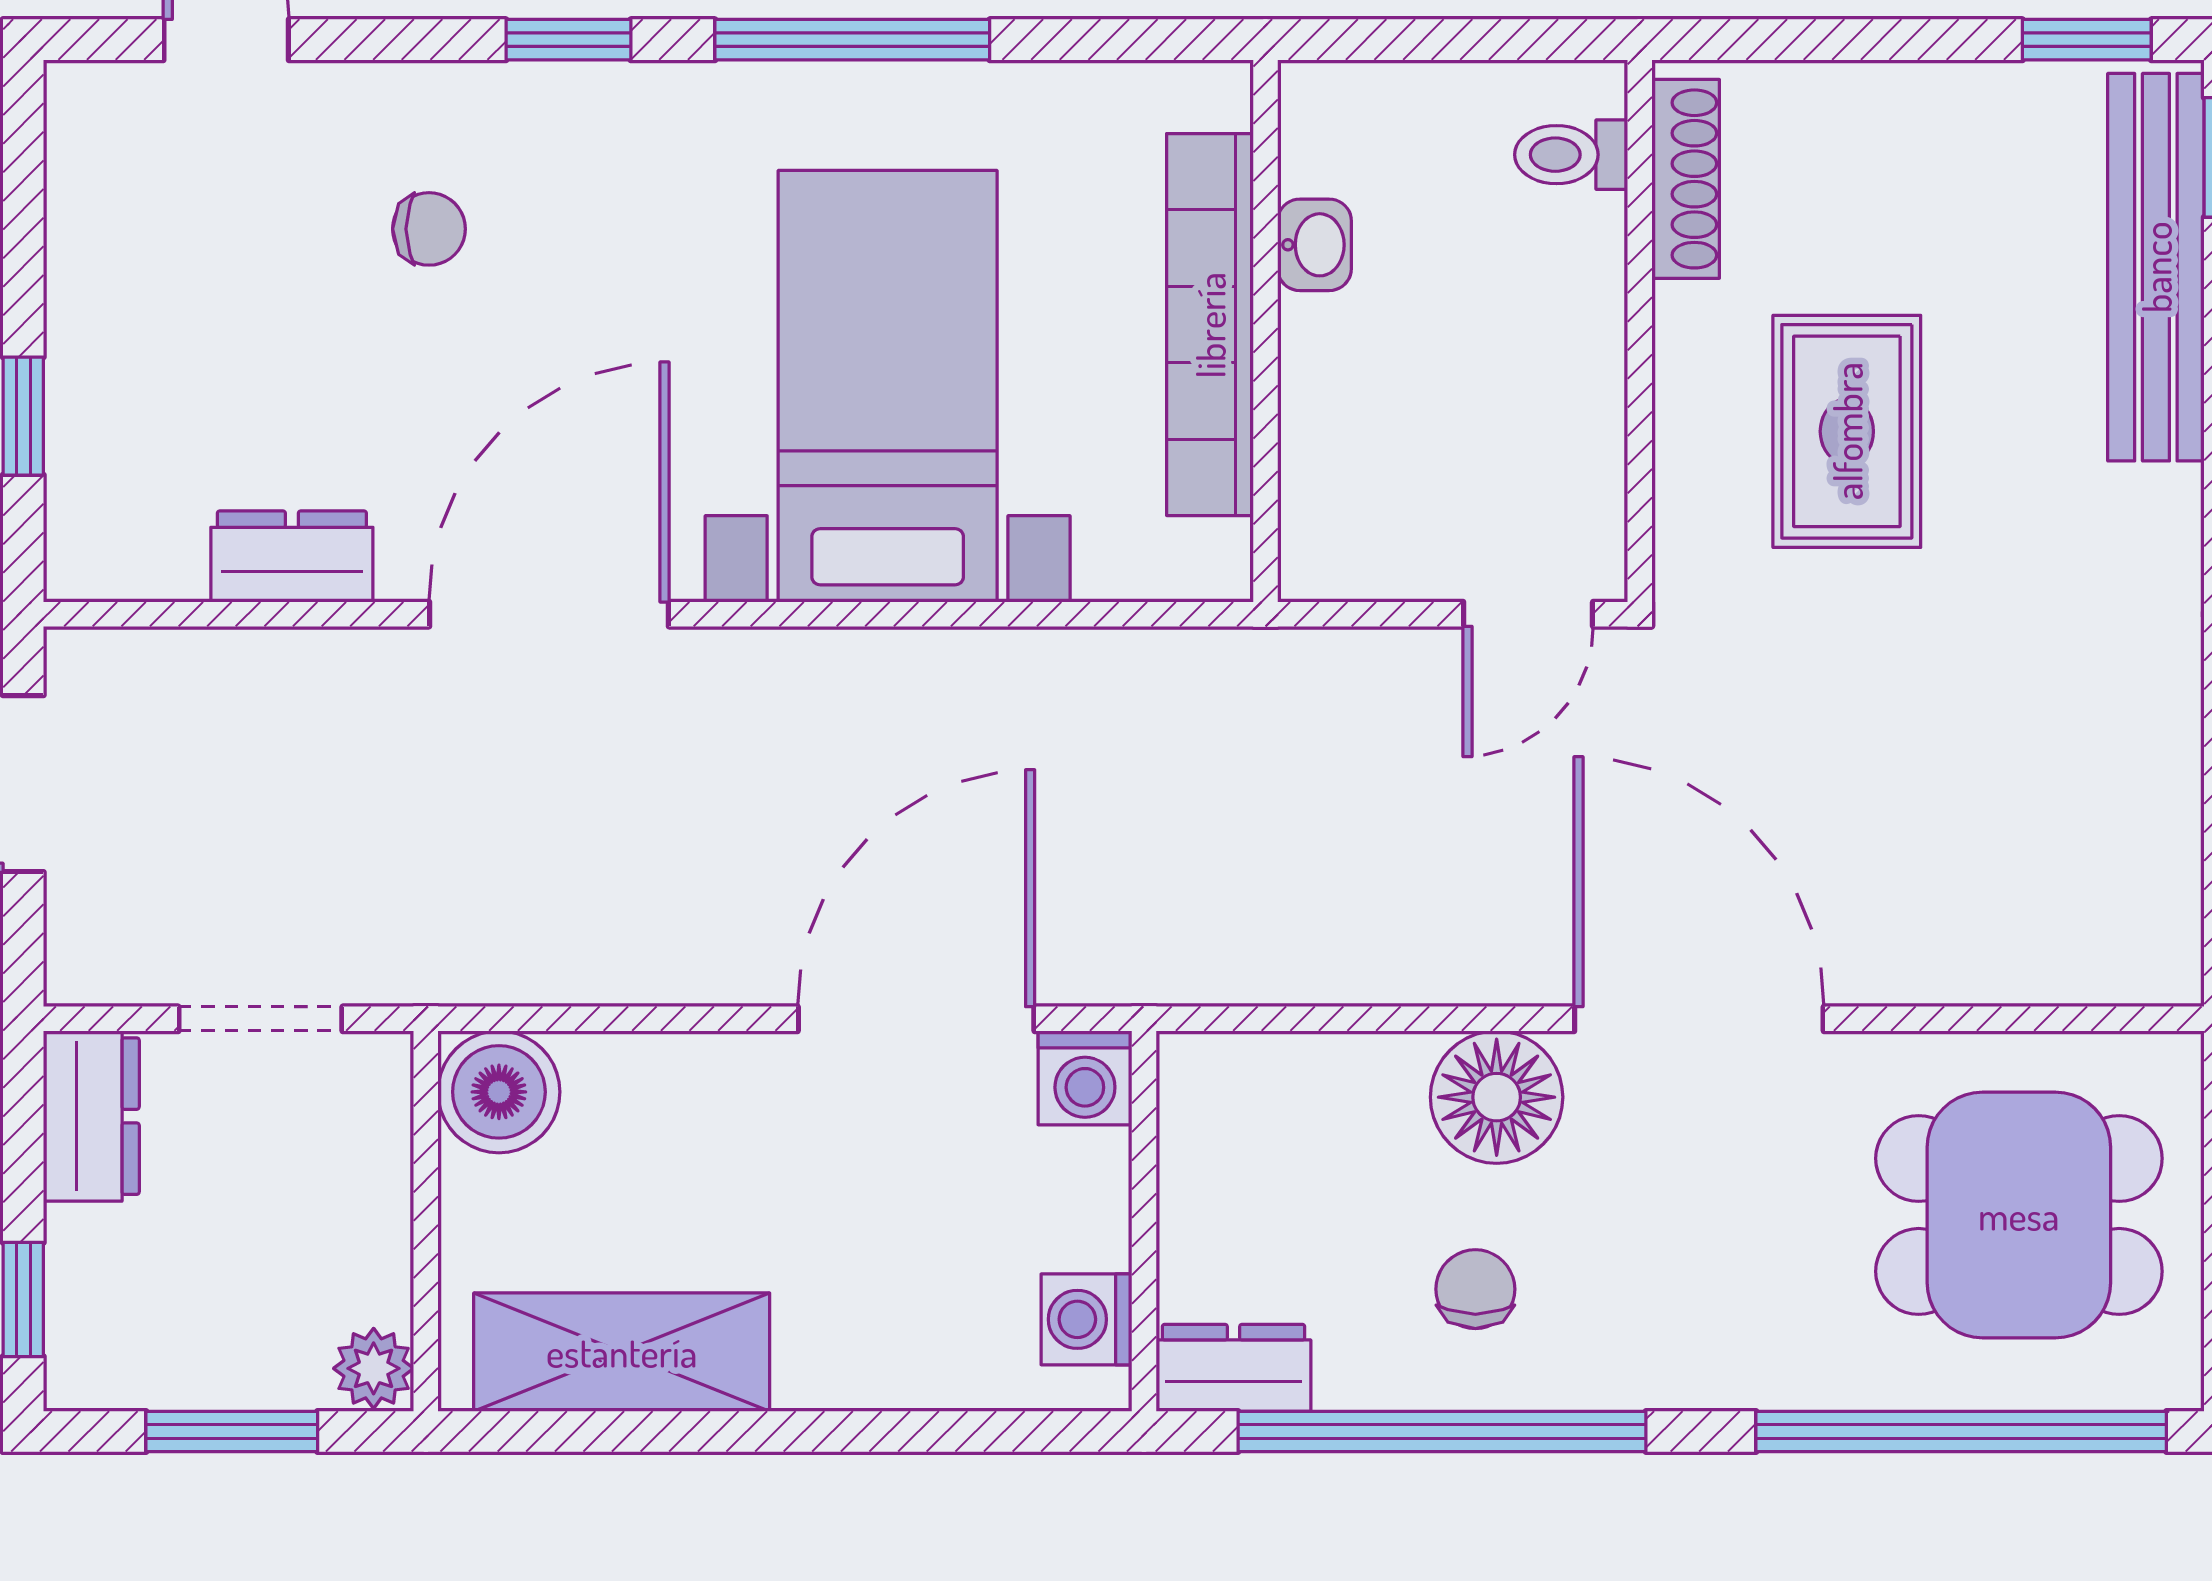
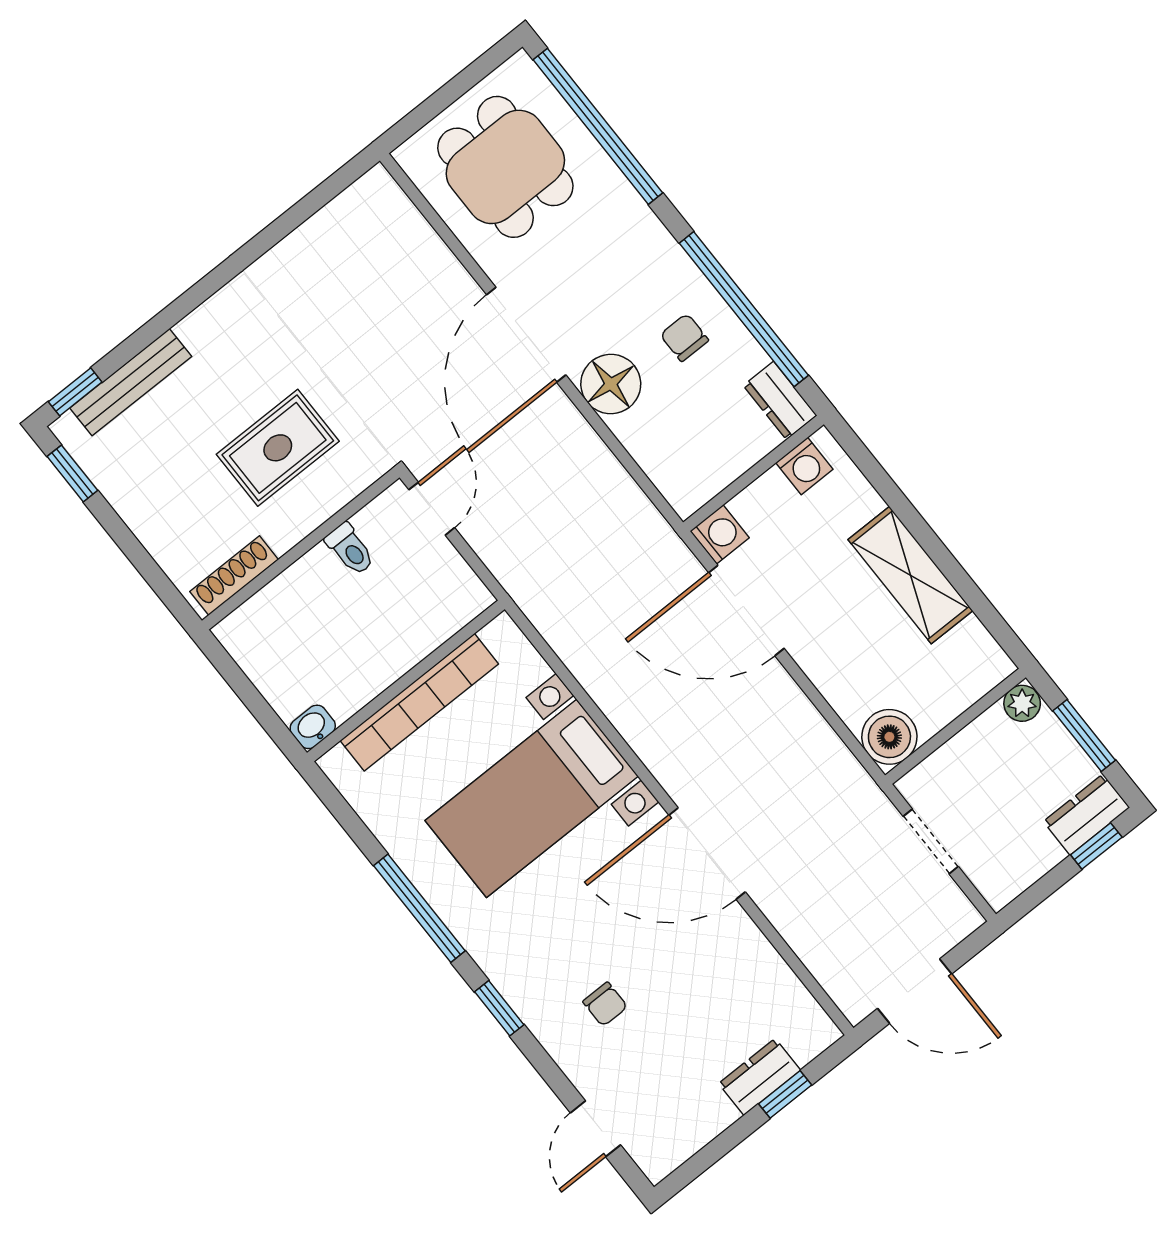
toilet: (1571, 155) -> (350, 549), moved
chair: (429, 229) -> (605, 1004), turned 180
washbasin: (1315, 245) -> (313, 727), moved
bench: (2156, 267) -> (131, 382), width x0.73, depth x0.82
dresser: (292, 556) -> (760, 1077), moved, turned 90
door: (1528, 614) -> (432, 509), hinge flipped
dresser: (91, 1116) -> (1087, 815), moved
chair: (1475, 1289) -> (684, 338), turned 90
shelving: (622, 1352) -> (910, 575), moved

